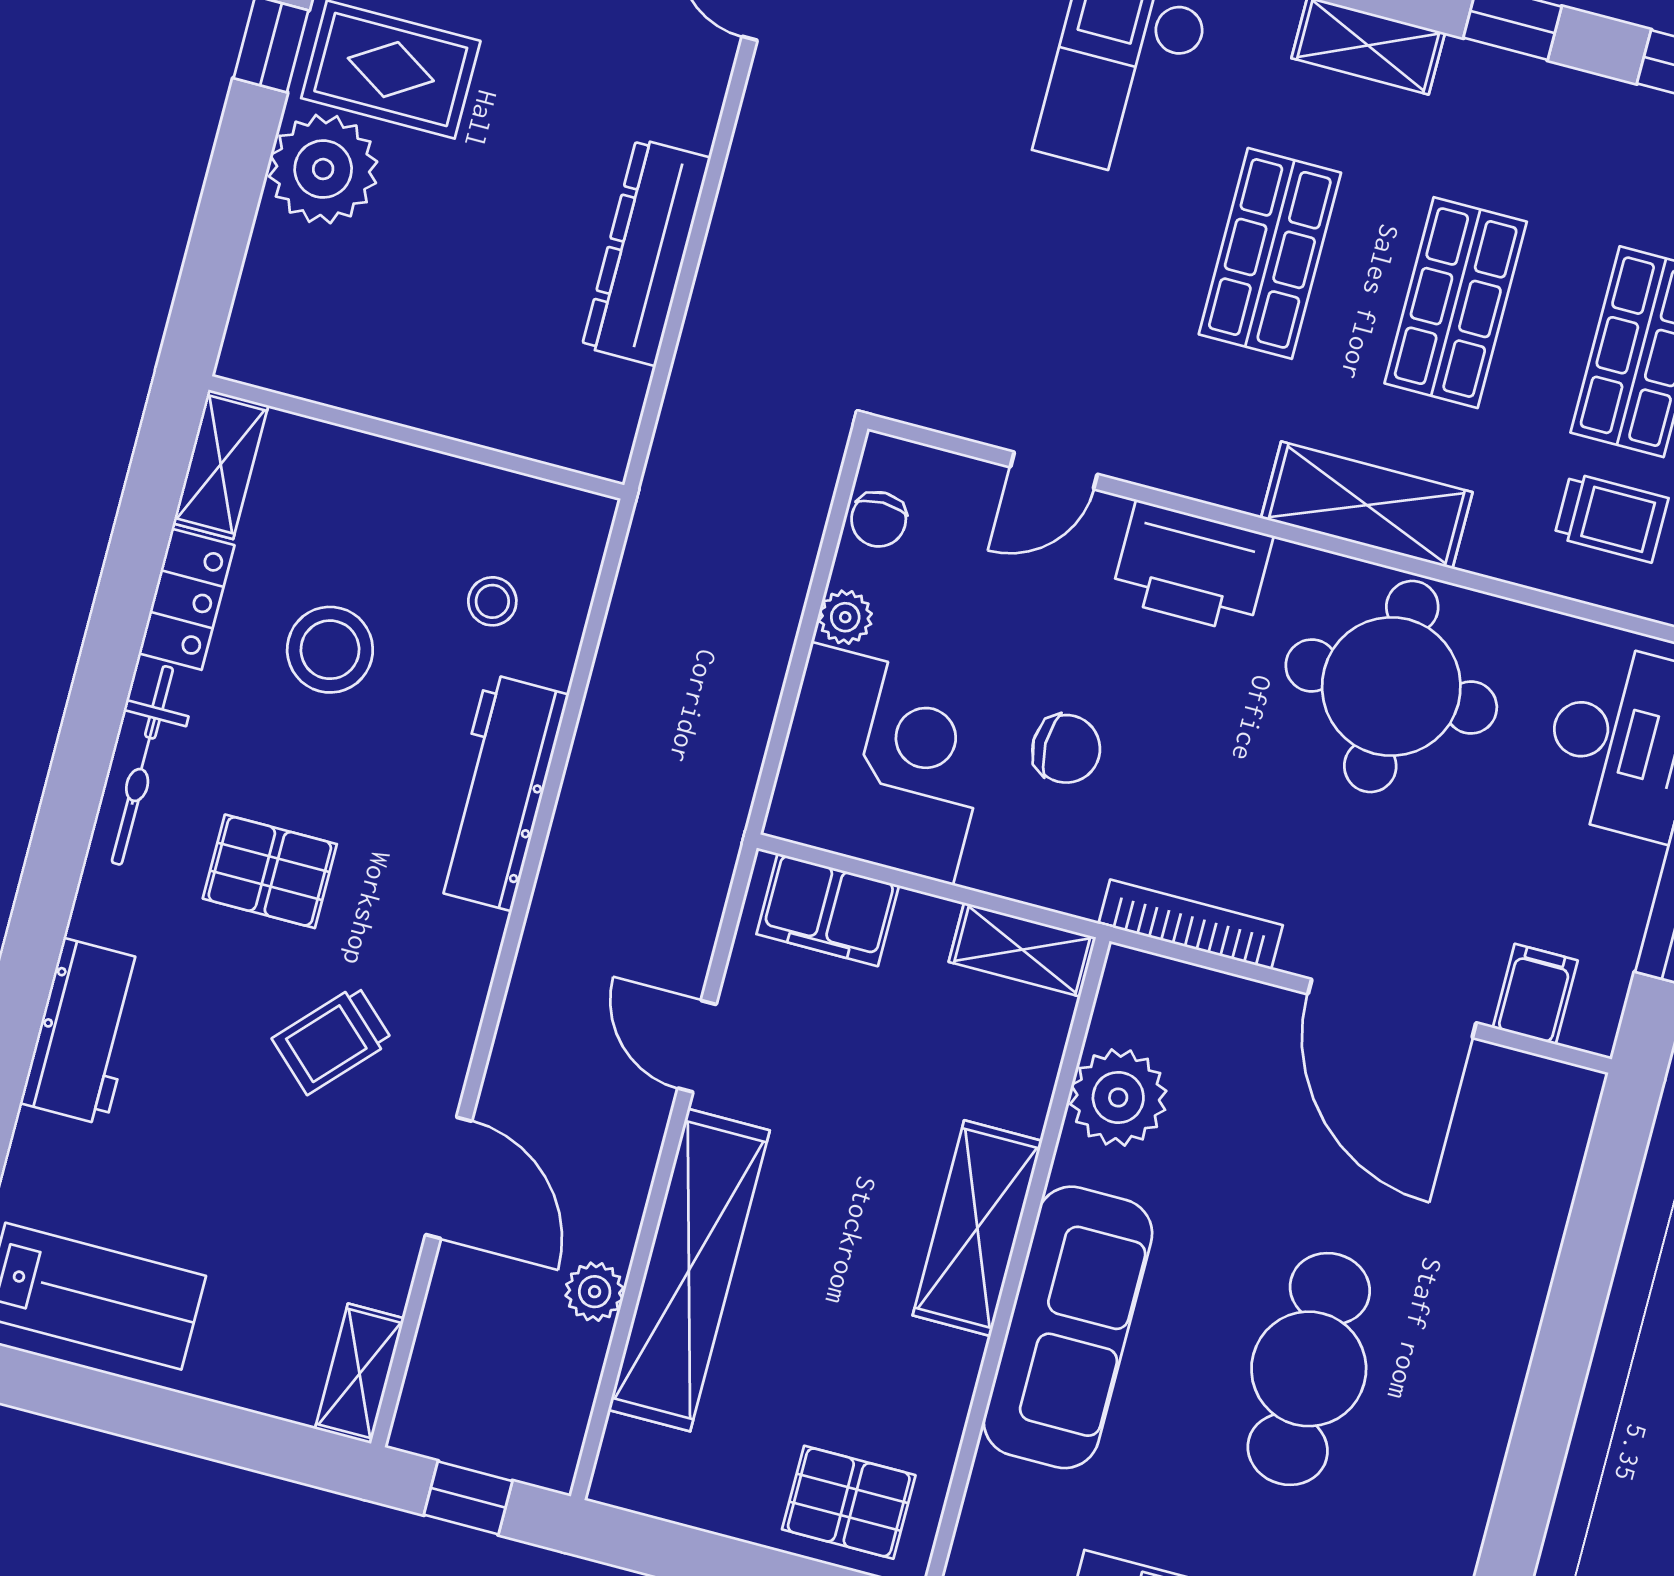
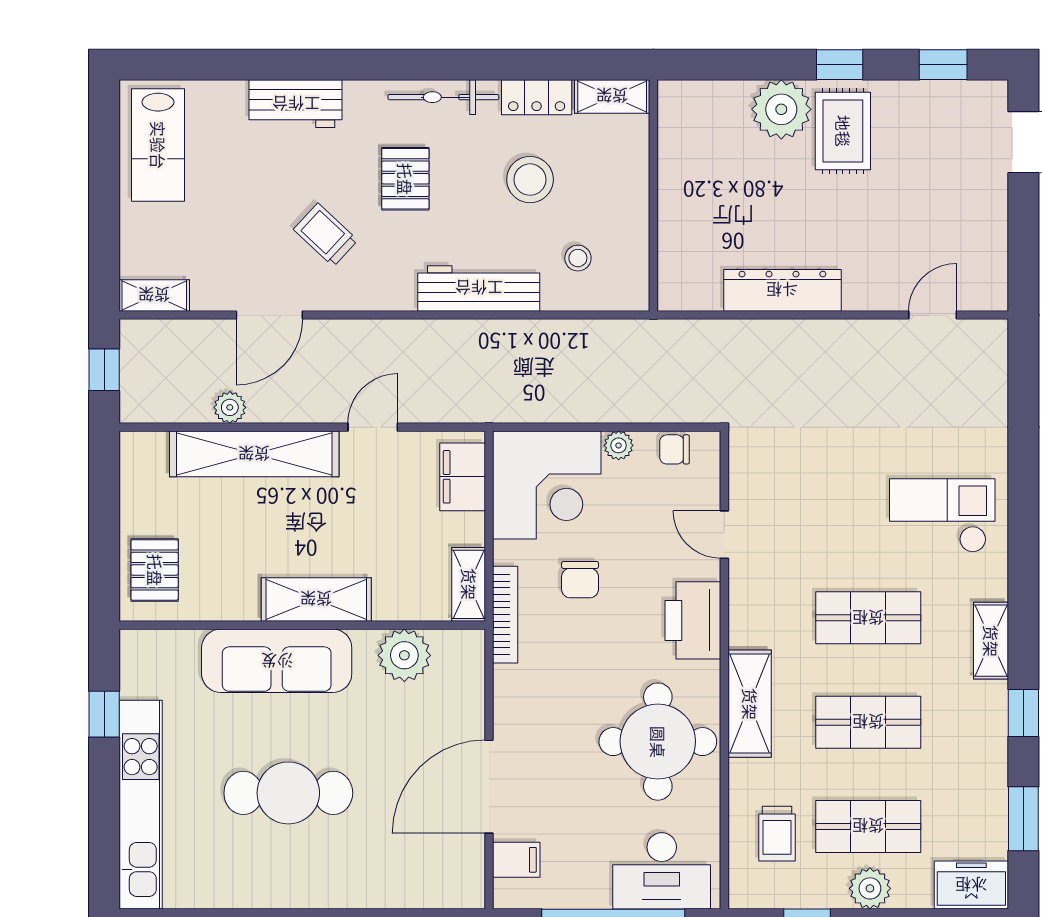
bookcase: (1191, 924) -> (505, 615), moved

